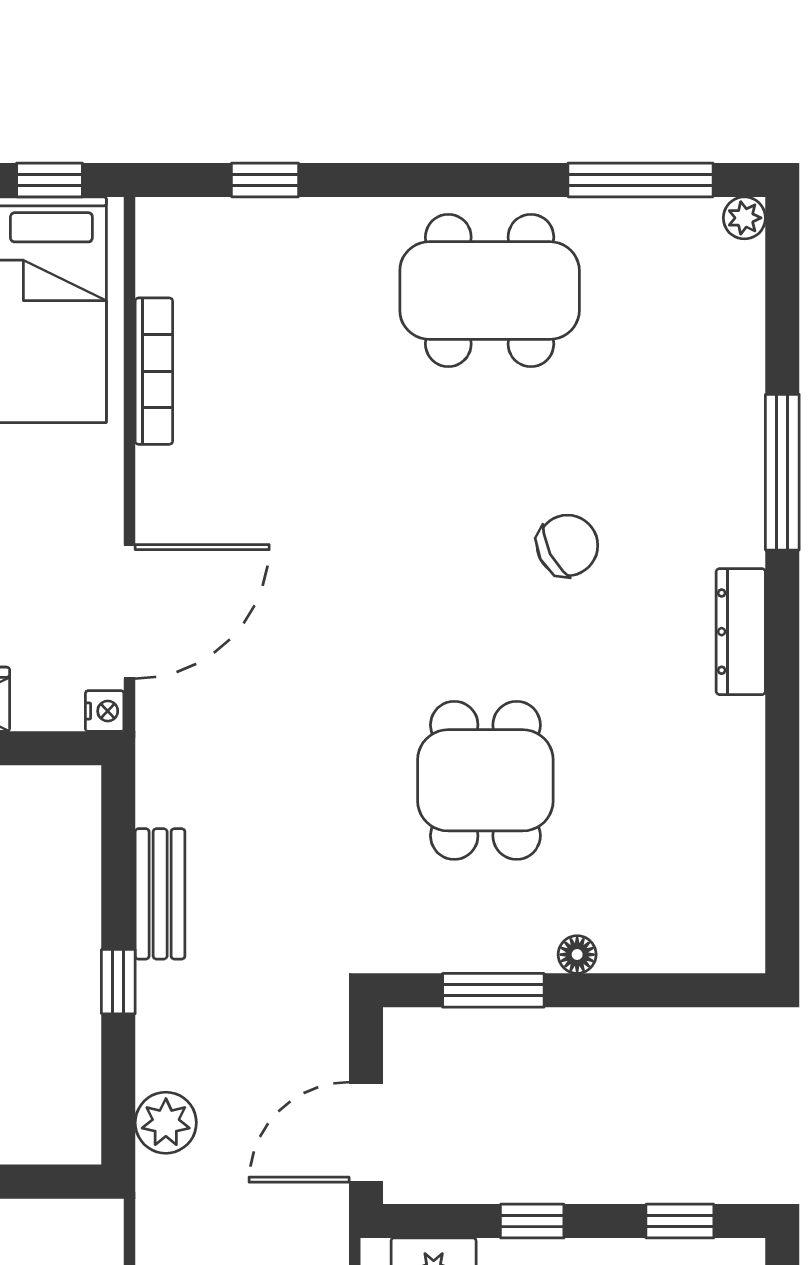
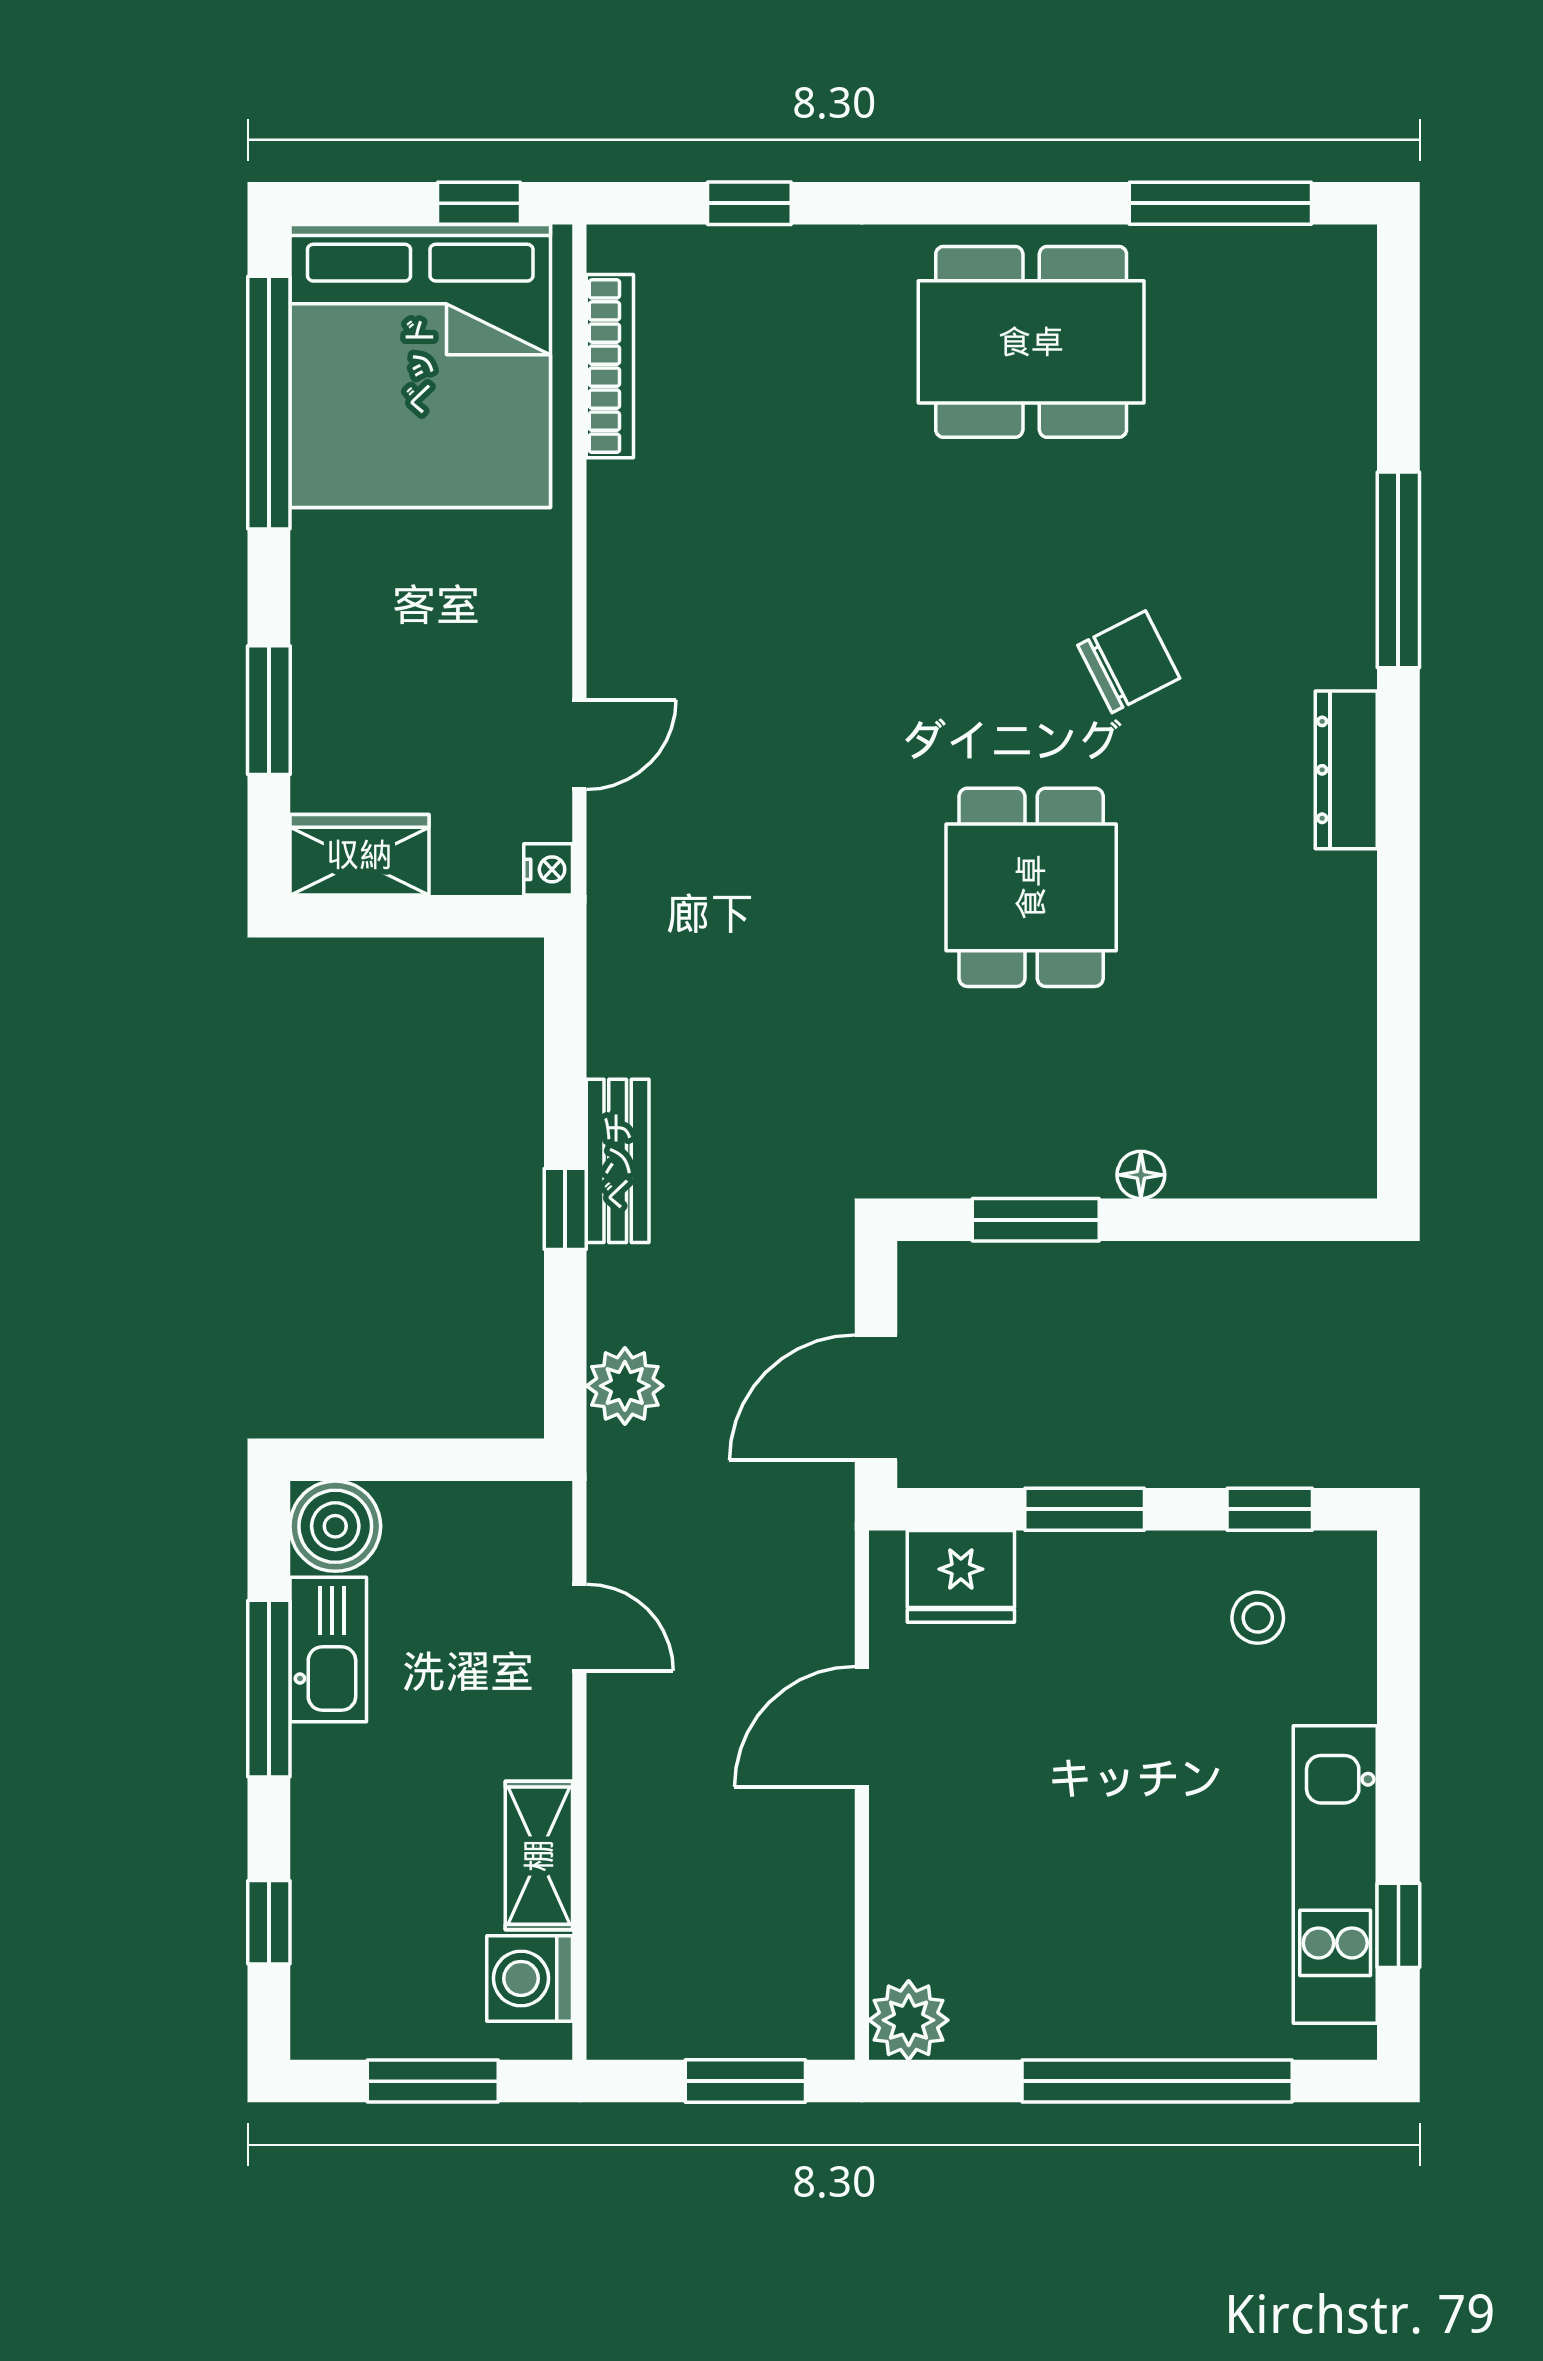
plant: (744, 218) -> (1351, 251), removed
bookcase: (154, 371) -> (610, 366), moved
door: (130, 612) -> (579, 745), width x0.53
dining table: (485, 780) -> (1031, 887), moved
bench: (160, 894) -> (618, 1161), moved
window: (532, 1221) -> (1085, 1509), width x1.50

